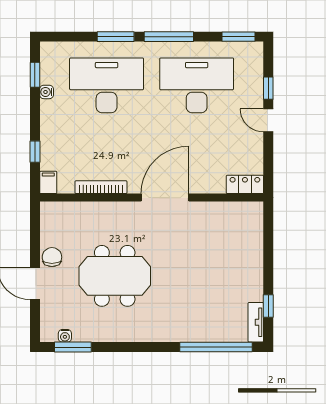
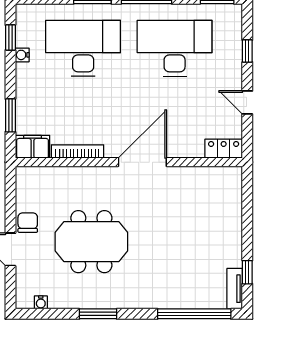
door: (268, 120) -> (247, 102), moved
window: (35, 152) -> (10, 115), width x1.50
filing cabinet: (48, 182) -> (33, 147), width x2.00
window: (73, 347) -> (98, 314), moved

